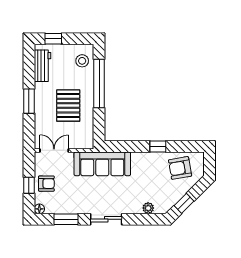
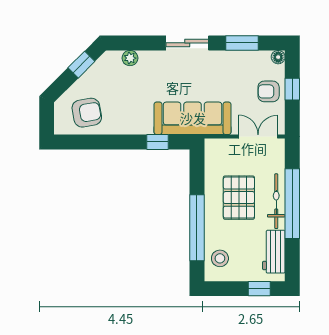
window: (29, 101) -> (292, 204), width x2.11
bicycle: (41, 103) -> (276, 201), added
window: (158, 146) -> (158, 142), moved
double door: (54, 150) -> (258, 136), swing flipped

